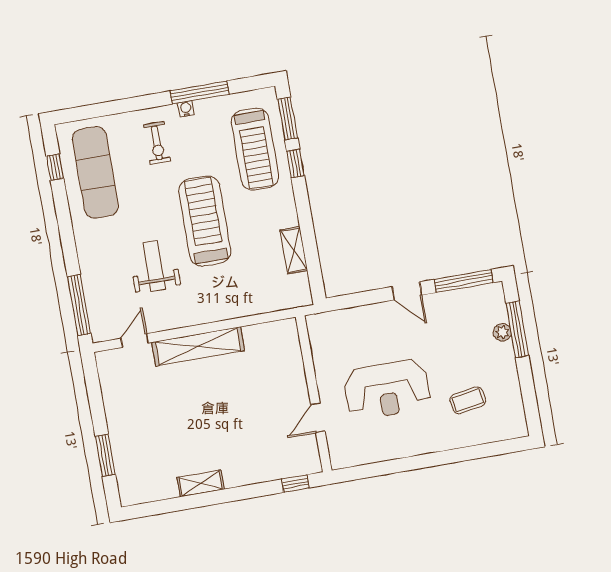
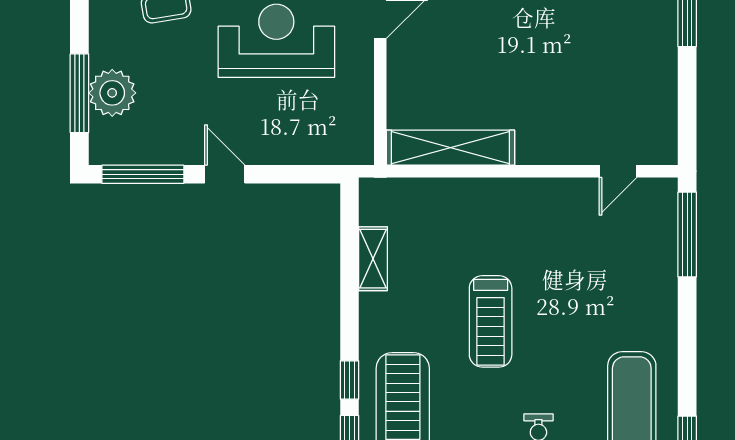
treadmill: (205, 221) -> (491, 321), width x0.73, depth x0.73
weight bench: (154, 266) -> (572, 271), removed
plant: (502, 332) -> (112, 93), width x1.88, depth x1.88
shelving: (198, 346) -> (450, 148), moved

